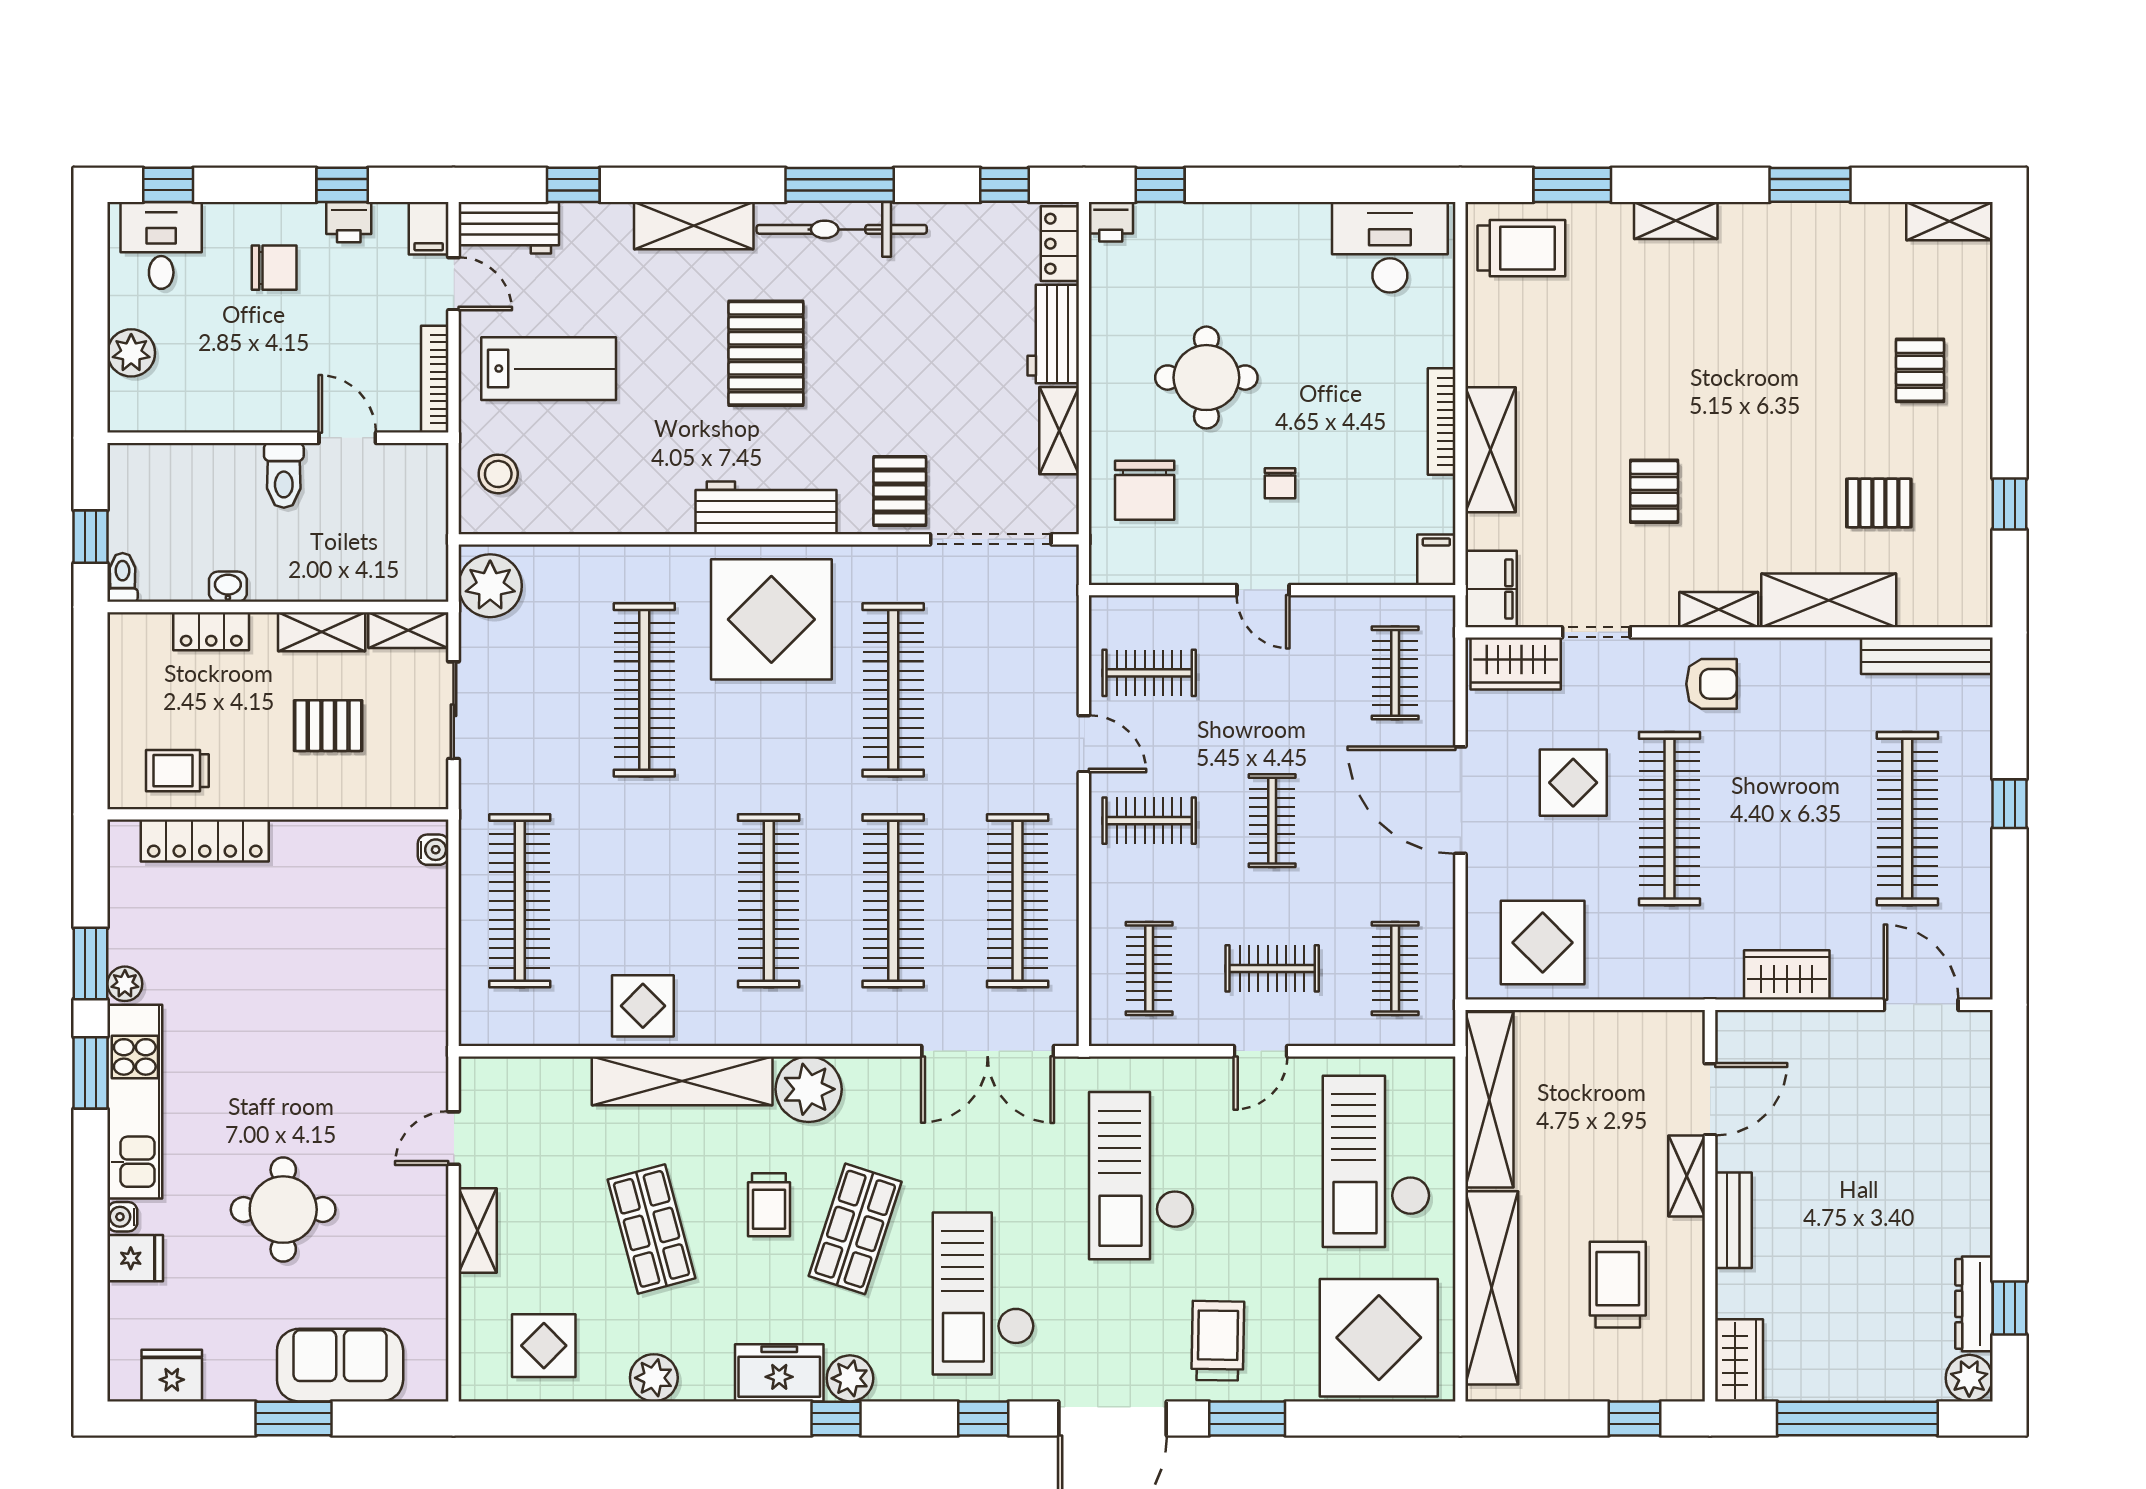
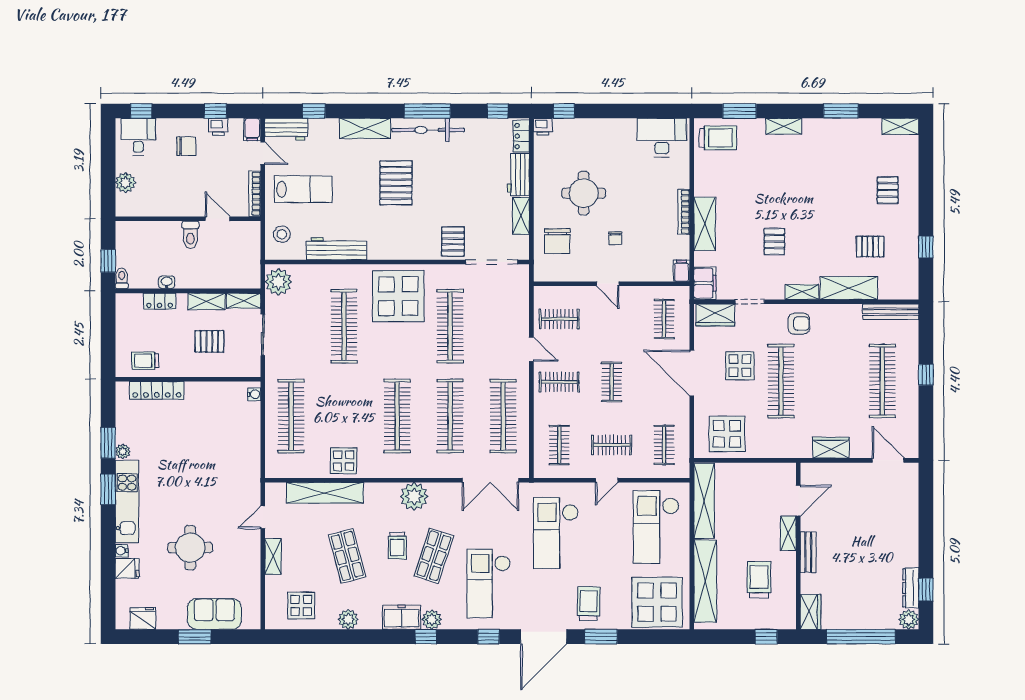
workbench: (766, 508) -> (336, 249), moved
shelving: (682, 1081) -> (325, 493), moved

